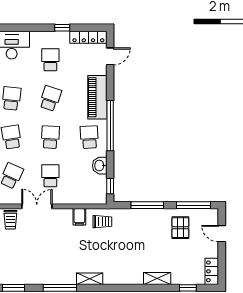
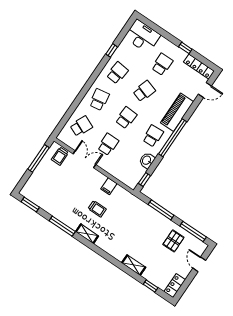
trolley: (102, 222) -> (97, 209), moved

